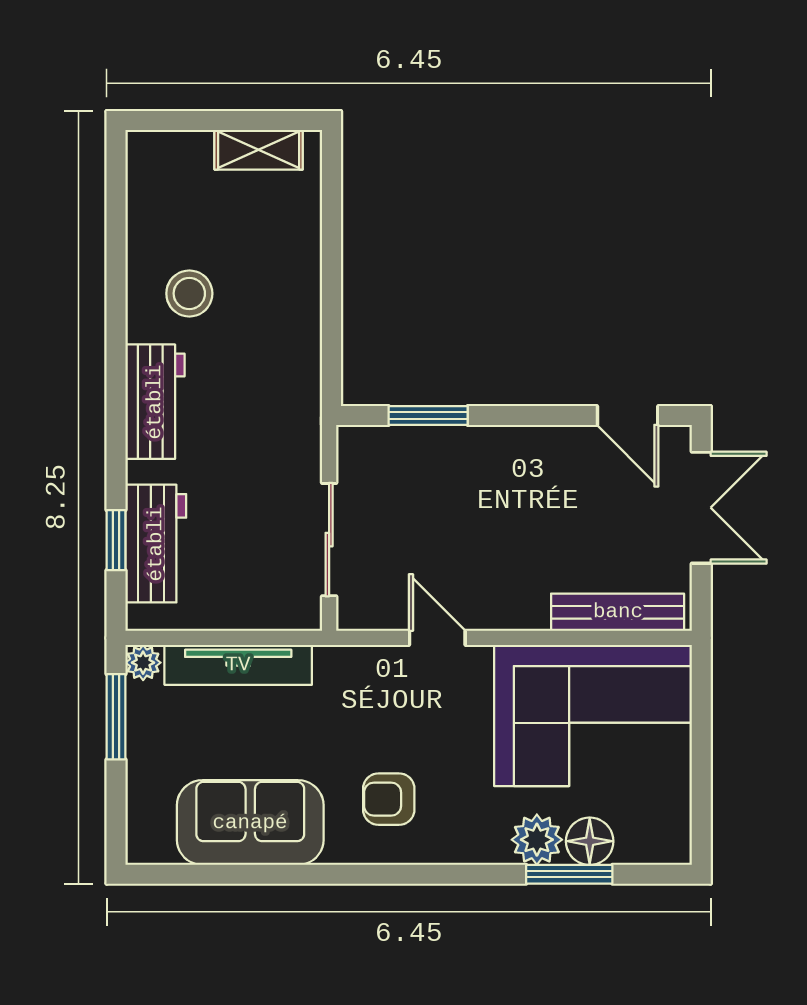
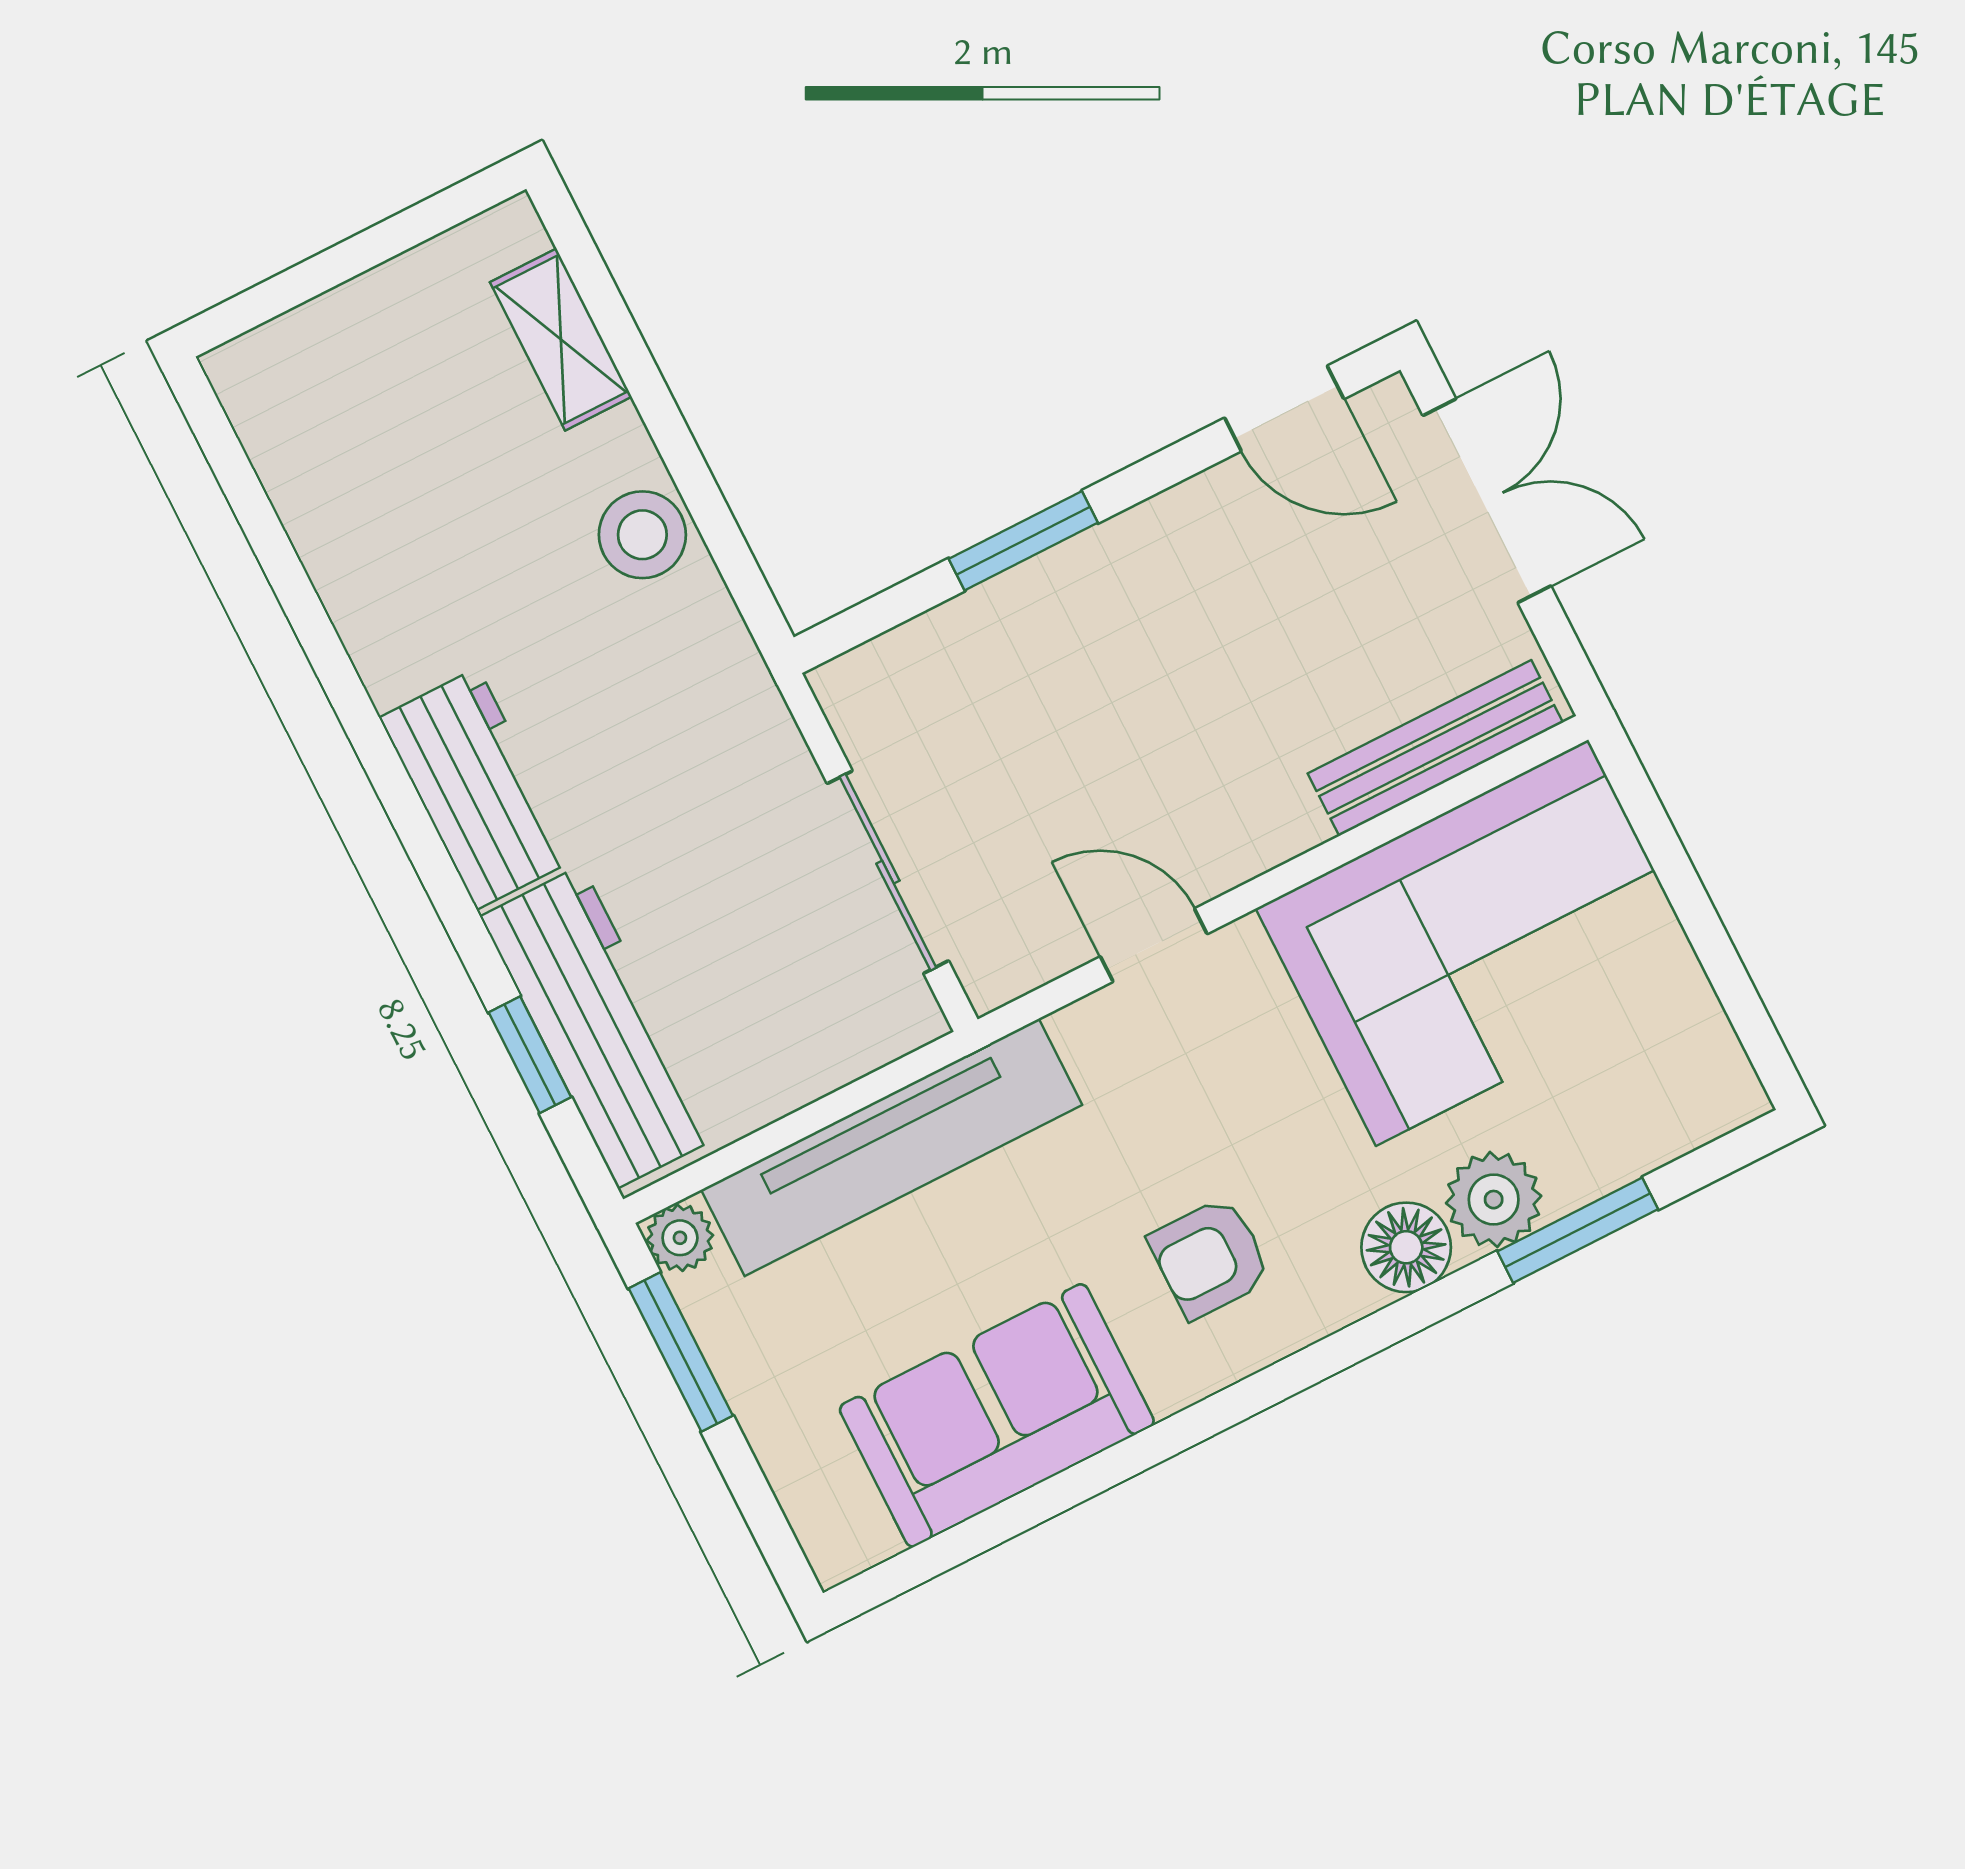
shelving: (259, 150) -> (561, 339), moved, turned 90
stool: (189, 293) -> (642, 535), moved
window: (428, 415) -> (1023, 541), moved
workbench: (156, 544) -> (600, 1027), width x1.38
tv unit: (238, 665) -> (892, 1147), width x1.36, depth x1.29
floor lamp: (590, 841) -> (1406, 1247), moved

